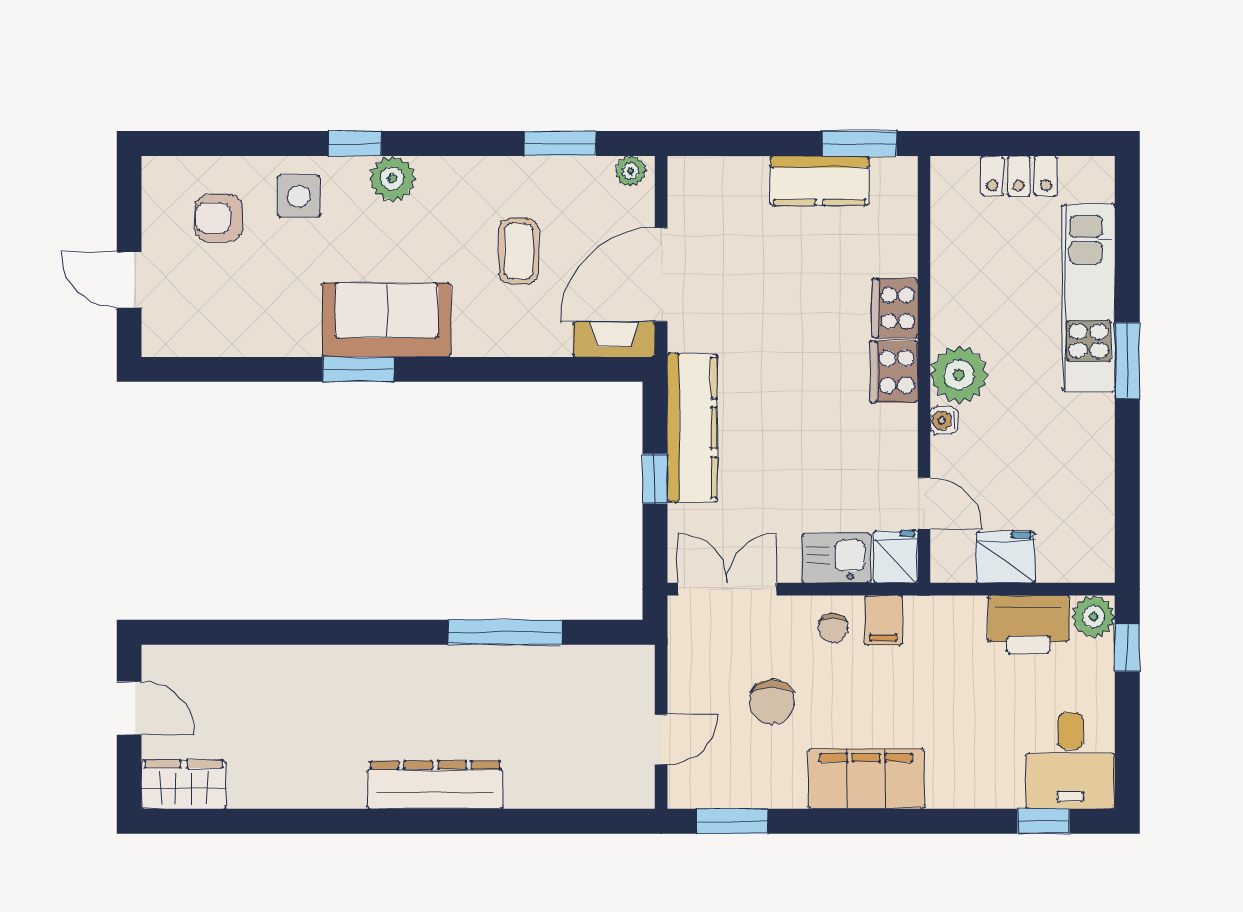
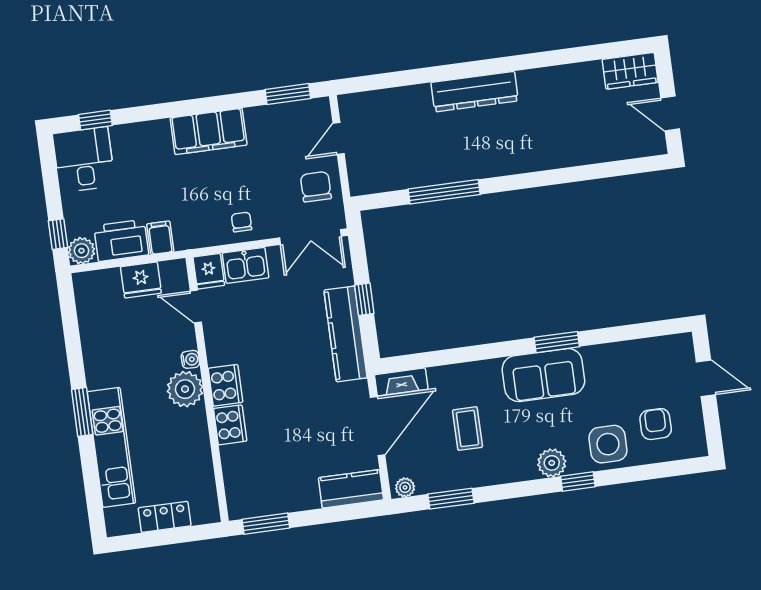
kitchen counter: (820, 181) -> (351, 489), moved
side table: (299, 196) -> (608, 444), width x1.37, depth x1.37
armchair: (219, 218) -> (656, 424), turned -90
filing cabinet: (883, 620) -> (160, 238), moved
chair: (772, 702) -> (316, 187), moved

